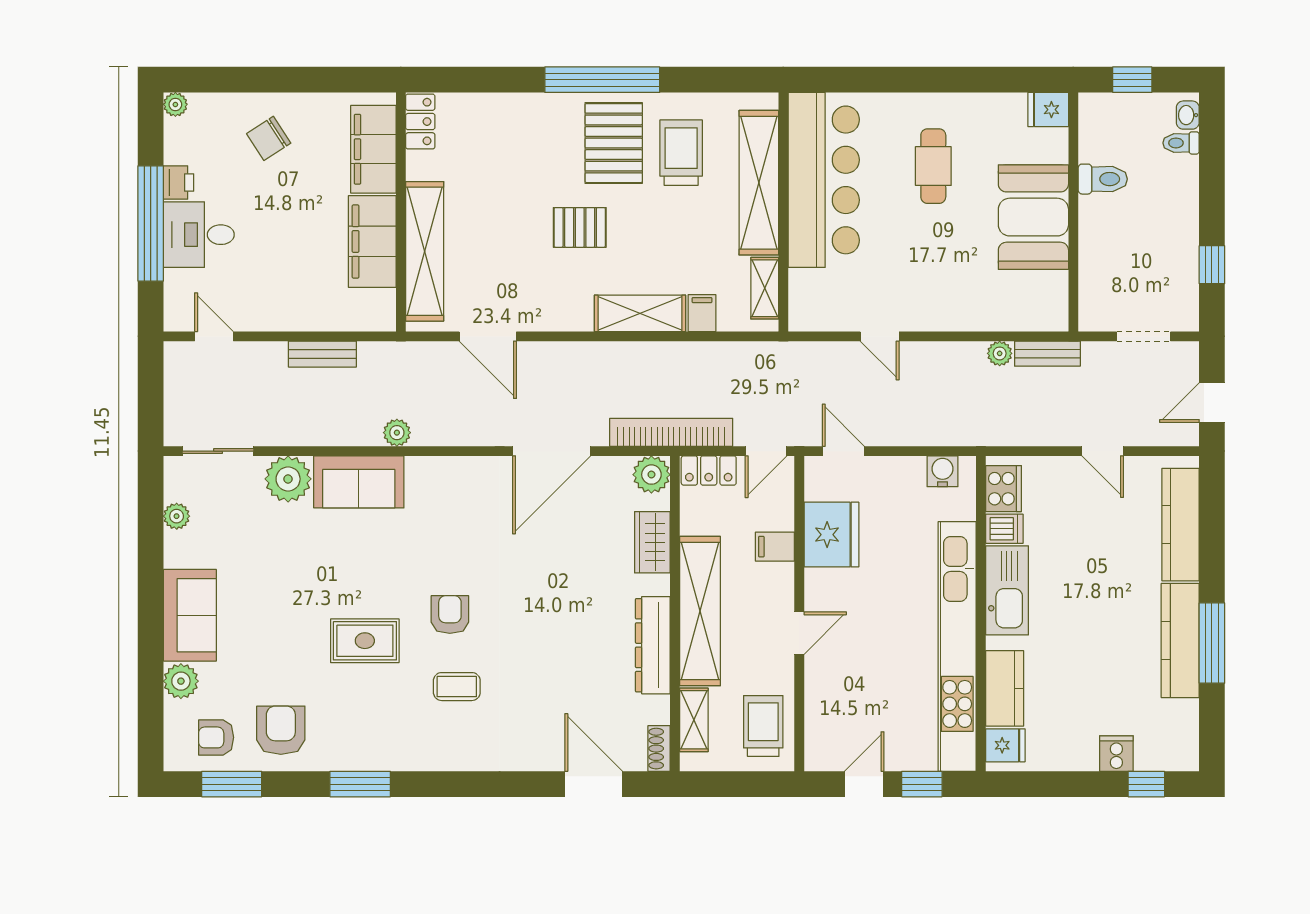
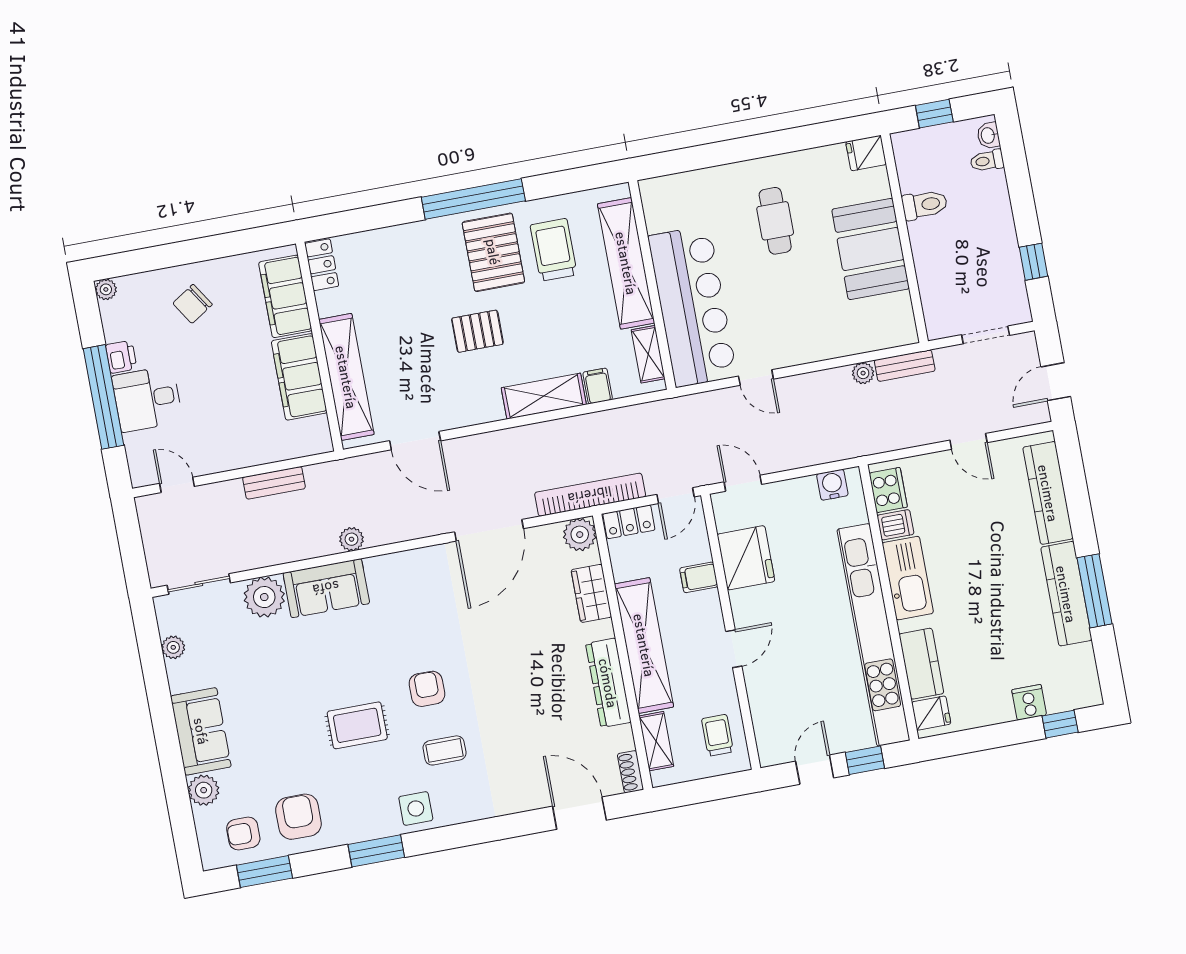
bar counter: (824, 180) -> (692, 306), moved
trolley: (763, 726) -> (717, 735), width x0.73, depth x0.72
side table: (413, 745) -> (416, 809), added

